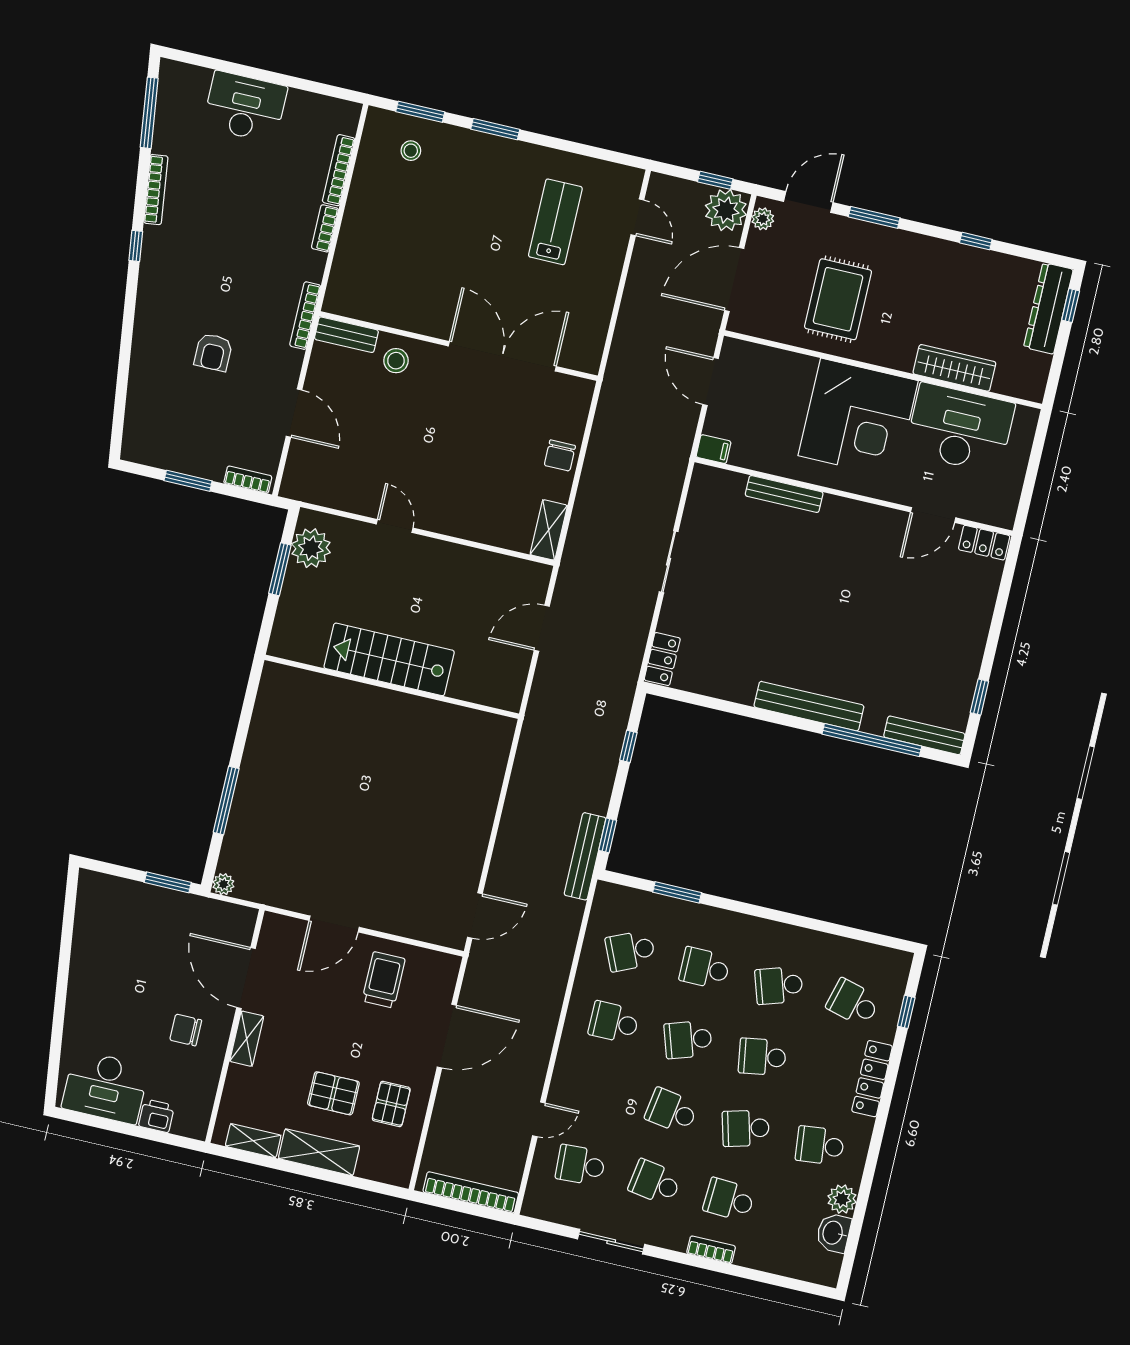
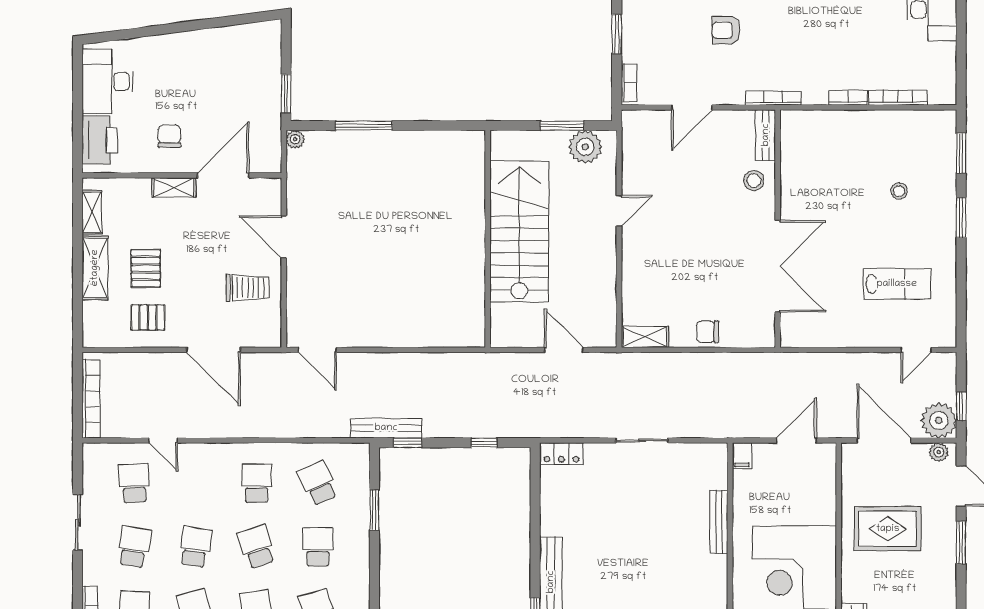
stool: (411, 151) -> (899, 191), moved
stairs: (389, 659) -> (519, 232), width x1.36, depth x1.51
printer: (157, 1116) -> (100, 140), width x1.87, depth x1.48

